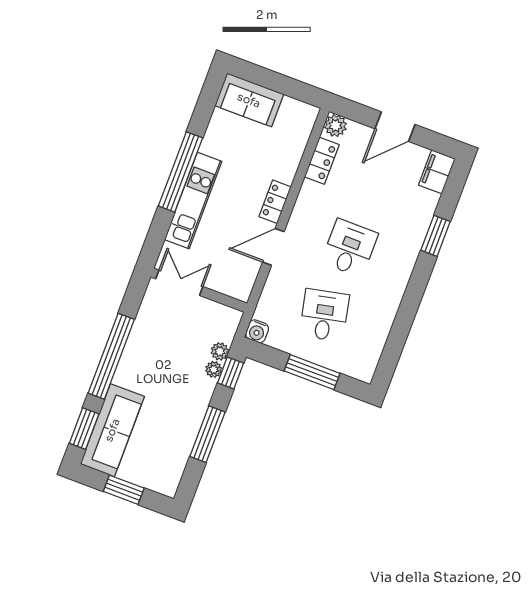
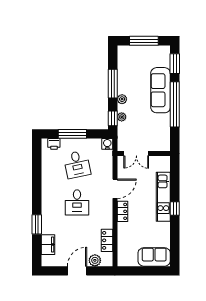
plant: (336, 126) -> (95, 260), moved
window: (181, 172) -> (175, 209), width x0.32
filing cabinet: (437, 172) -> (48, 245), moved
double door: (179, 283) -> (136, 153), moved
plant: (220, 351) -> (122, 99), moved
printer: (352, 367) -> (54, 144), added
sofa: (112, 430) -> (161, 90), moved
window: (124, 490) -> (144, 41), width x1.44

